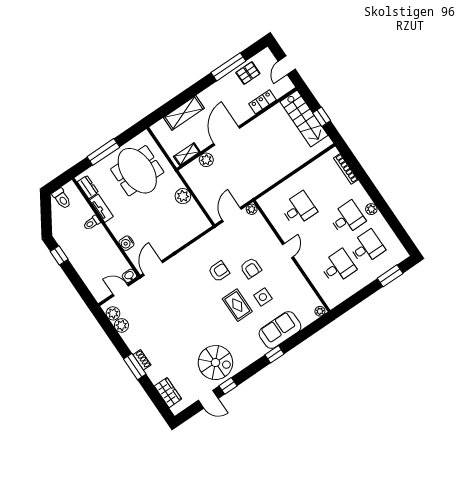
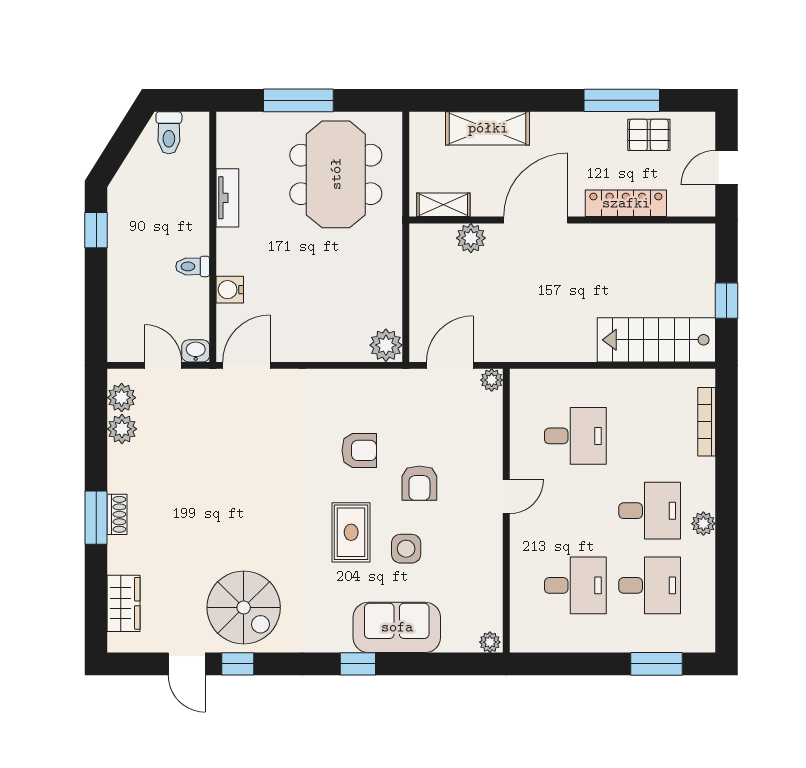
locker: (263, 102) -> (626, 203), width x1.53
stairs: (304, 118) -> (656, 340), moved, turned 90
dresser: (88, 187) -> (229, 144), removed
plant: (183, 196) -> (386, 345), moved
toilet: (92, 223) -> (193, 266), moved

